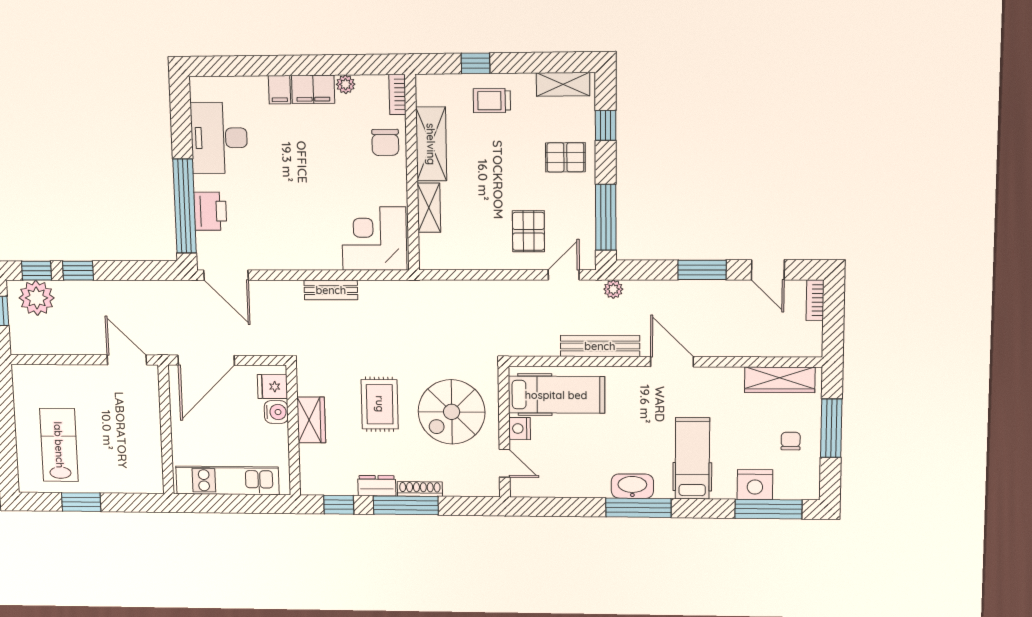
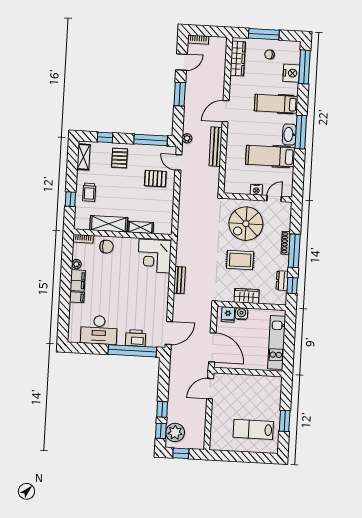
hospital bed: (556, 395) -> (270, 156), moved, turned -90
spiral stairs: (452, 412) -> (246, 224), turned 90
dresser: (377, 486) -> (282, 281), moved

